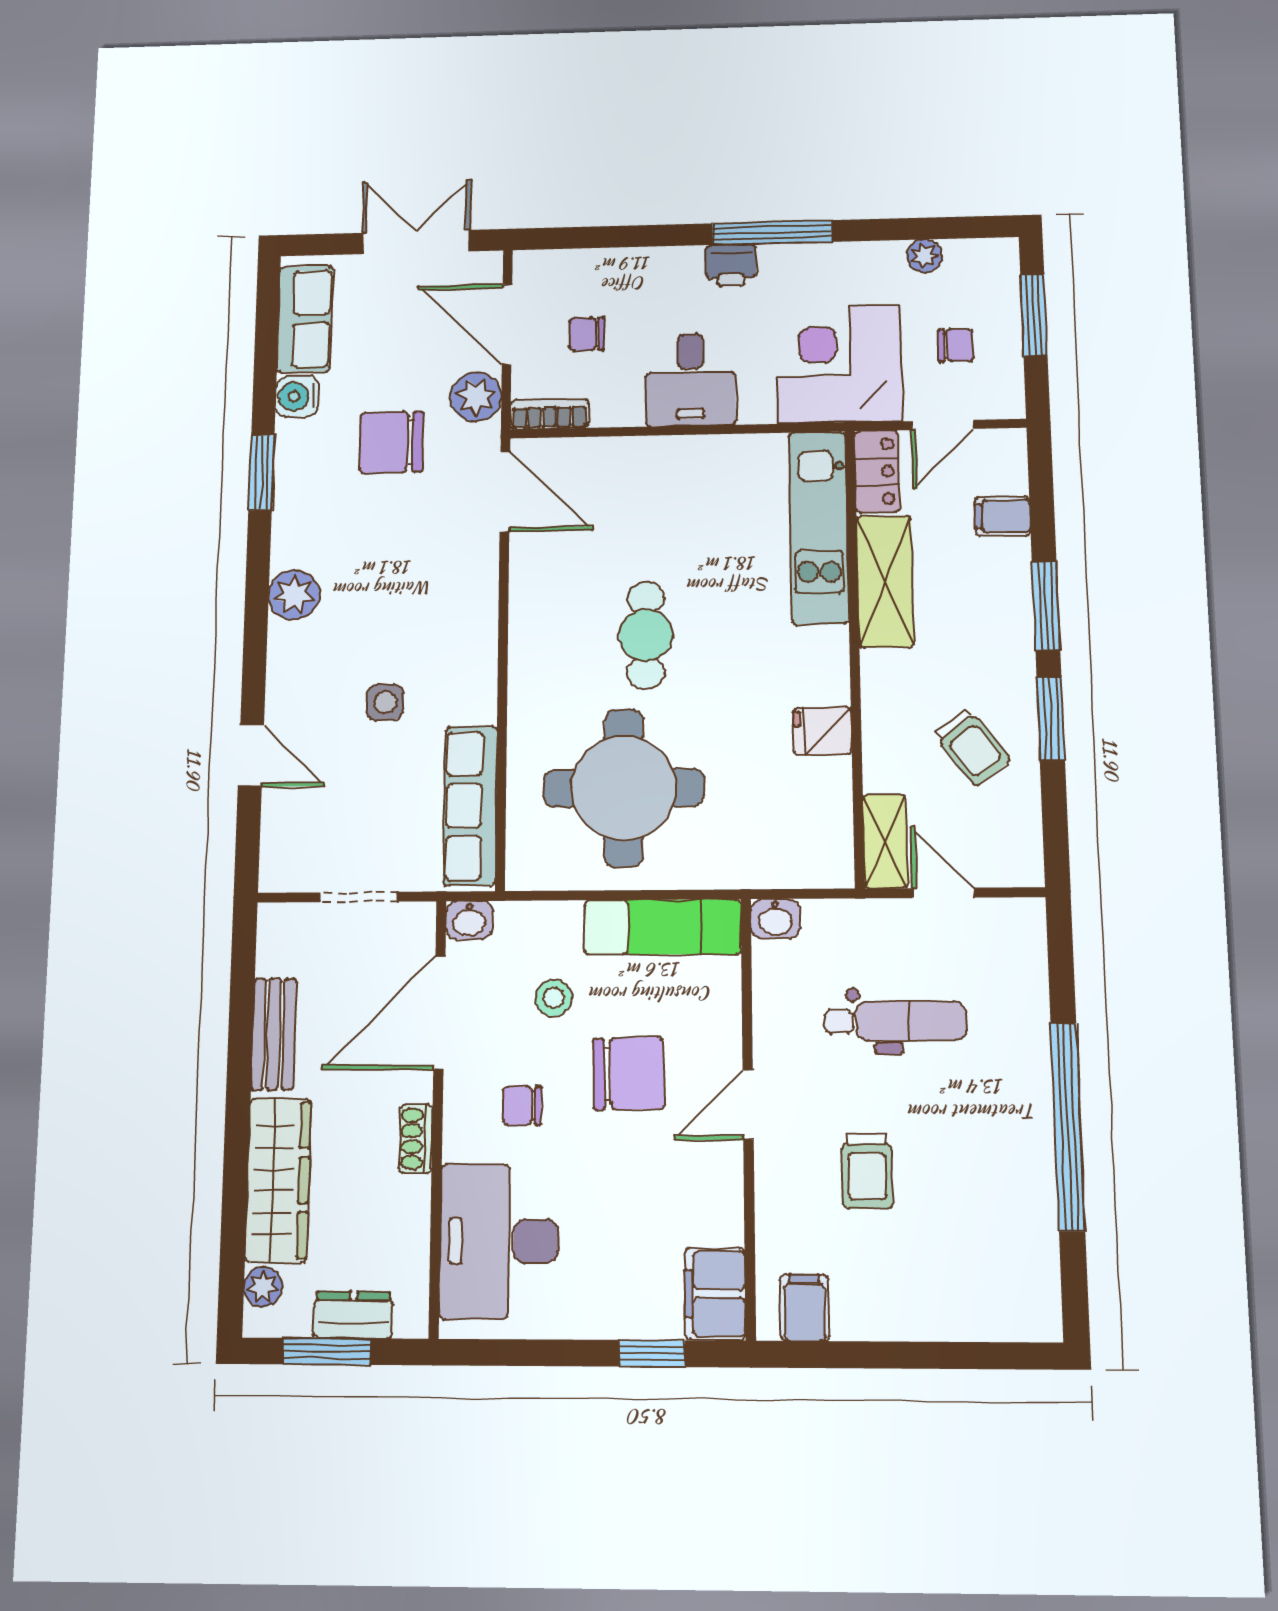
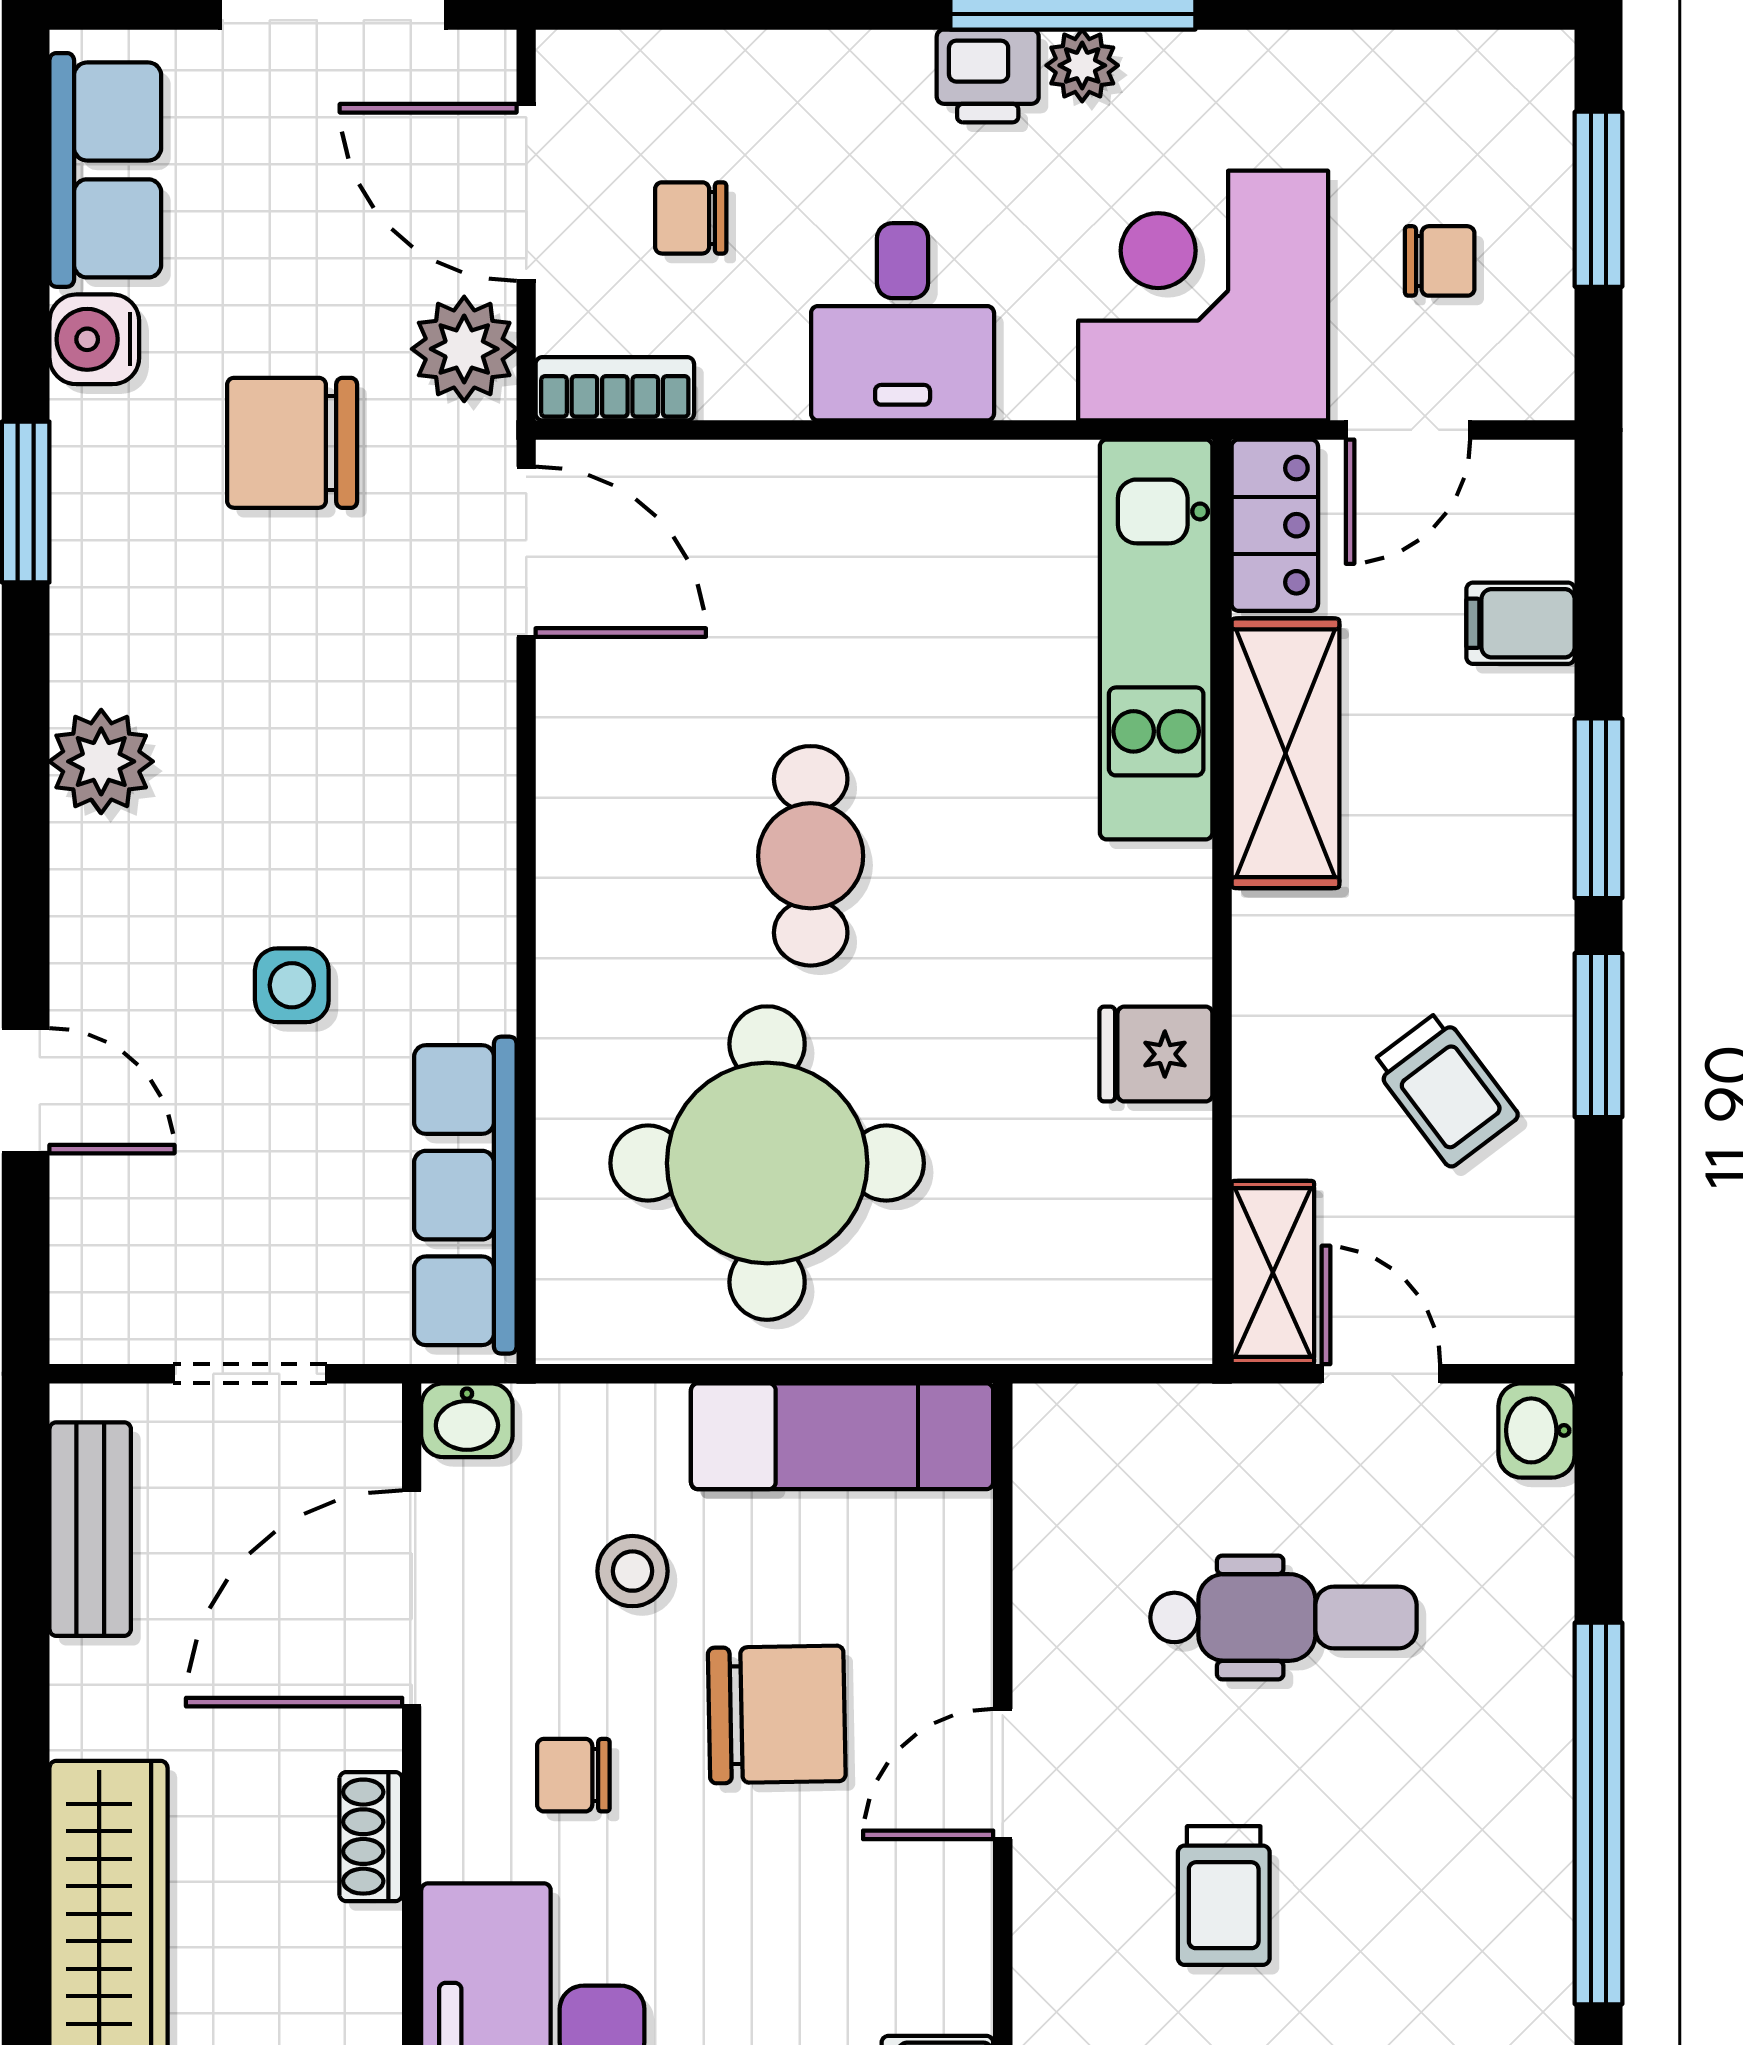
plant: (924, 256) -> (1082, 65), moved
washbasin: (775, 919) -> (1537, 1430), moved, turned 90
bench: (274, 1034) -> (90, 1529), moved

